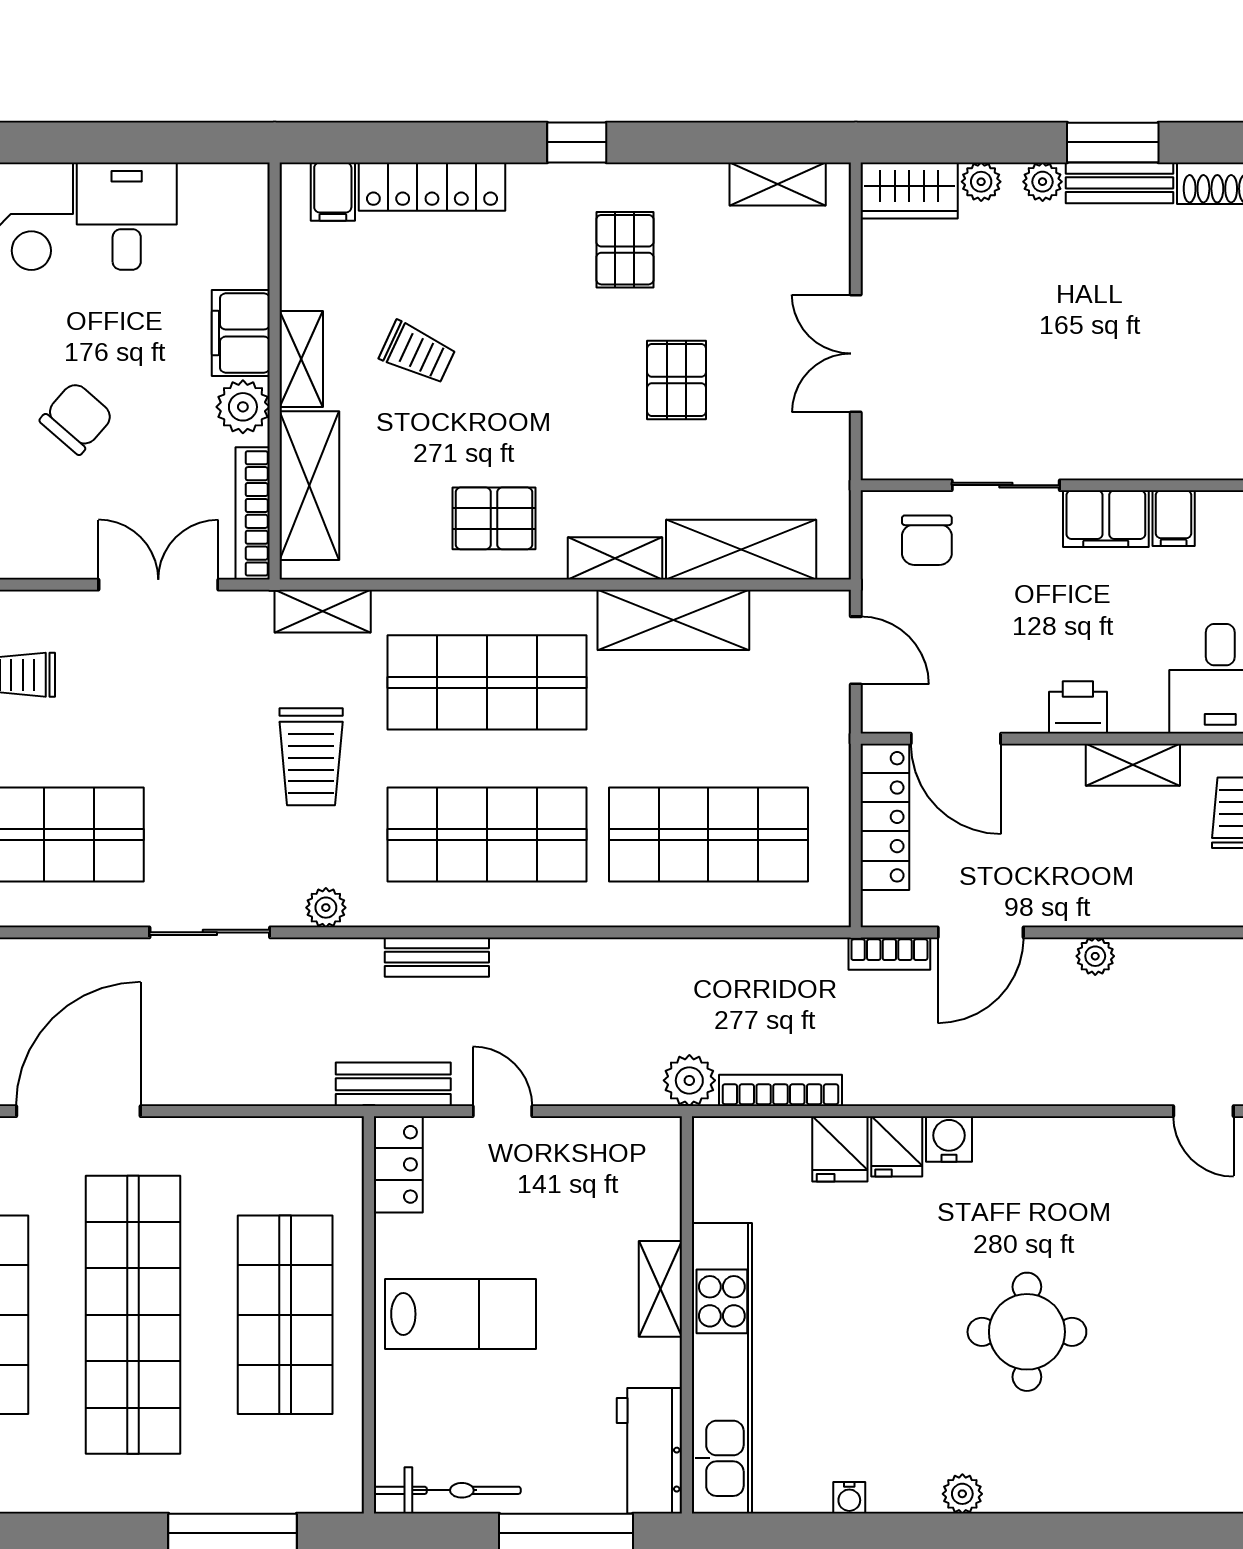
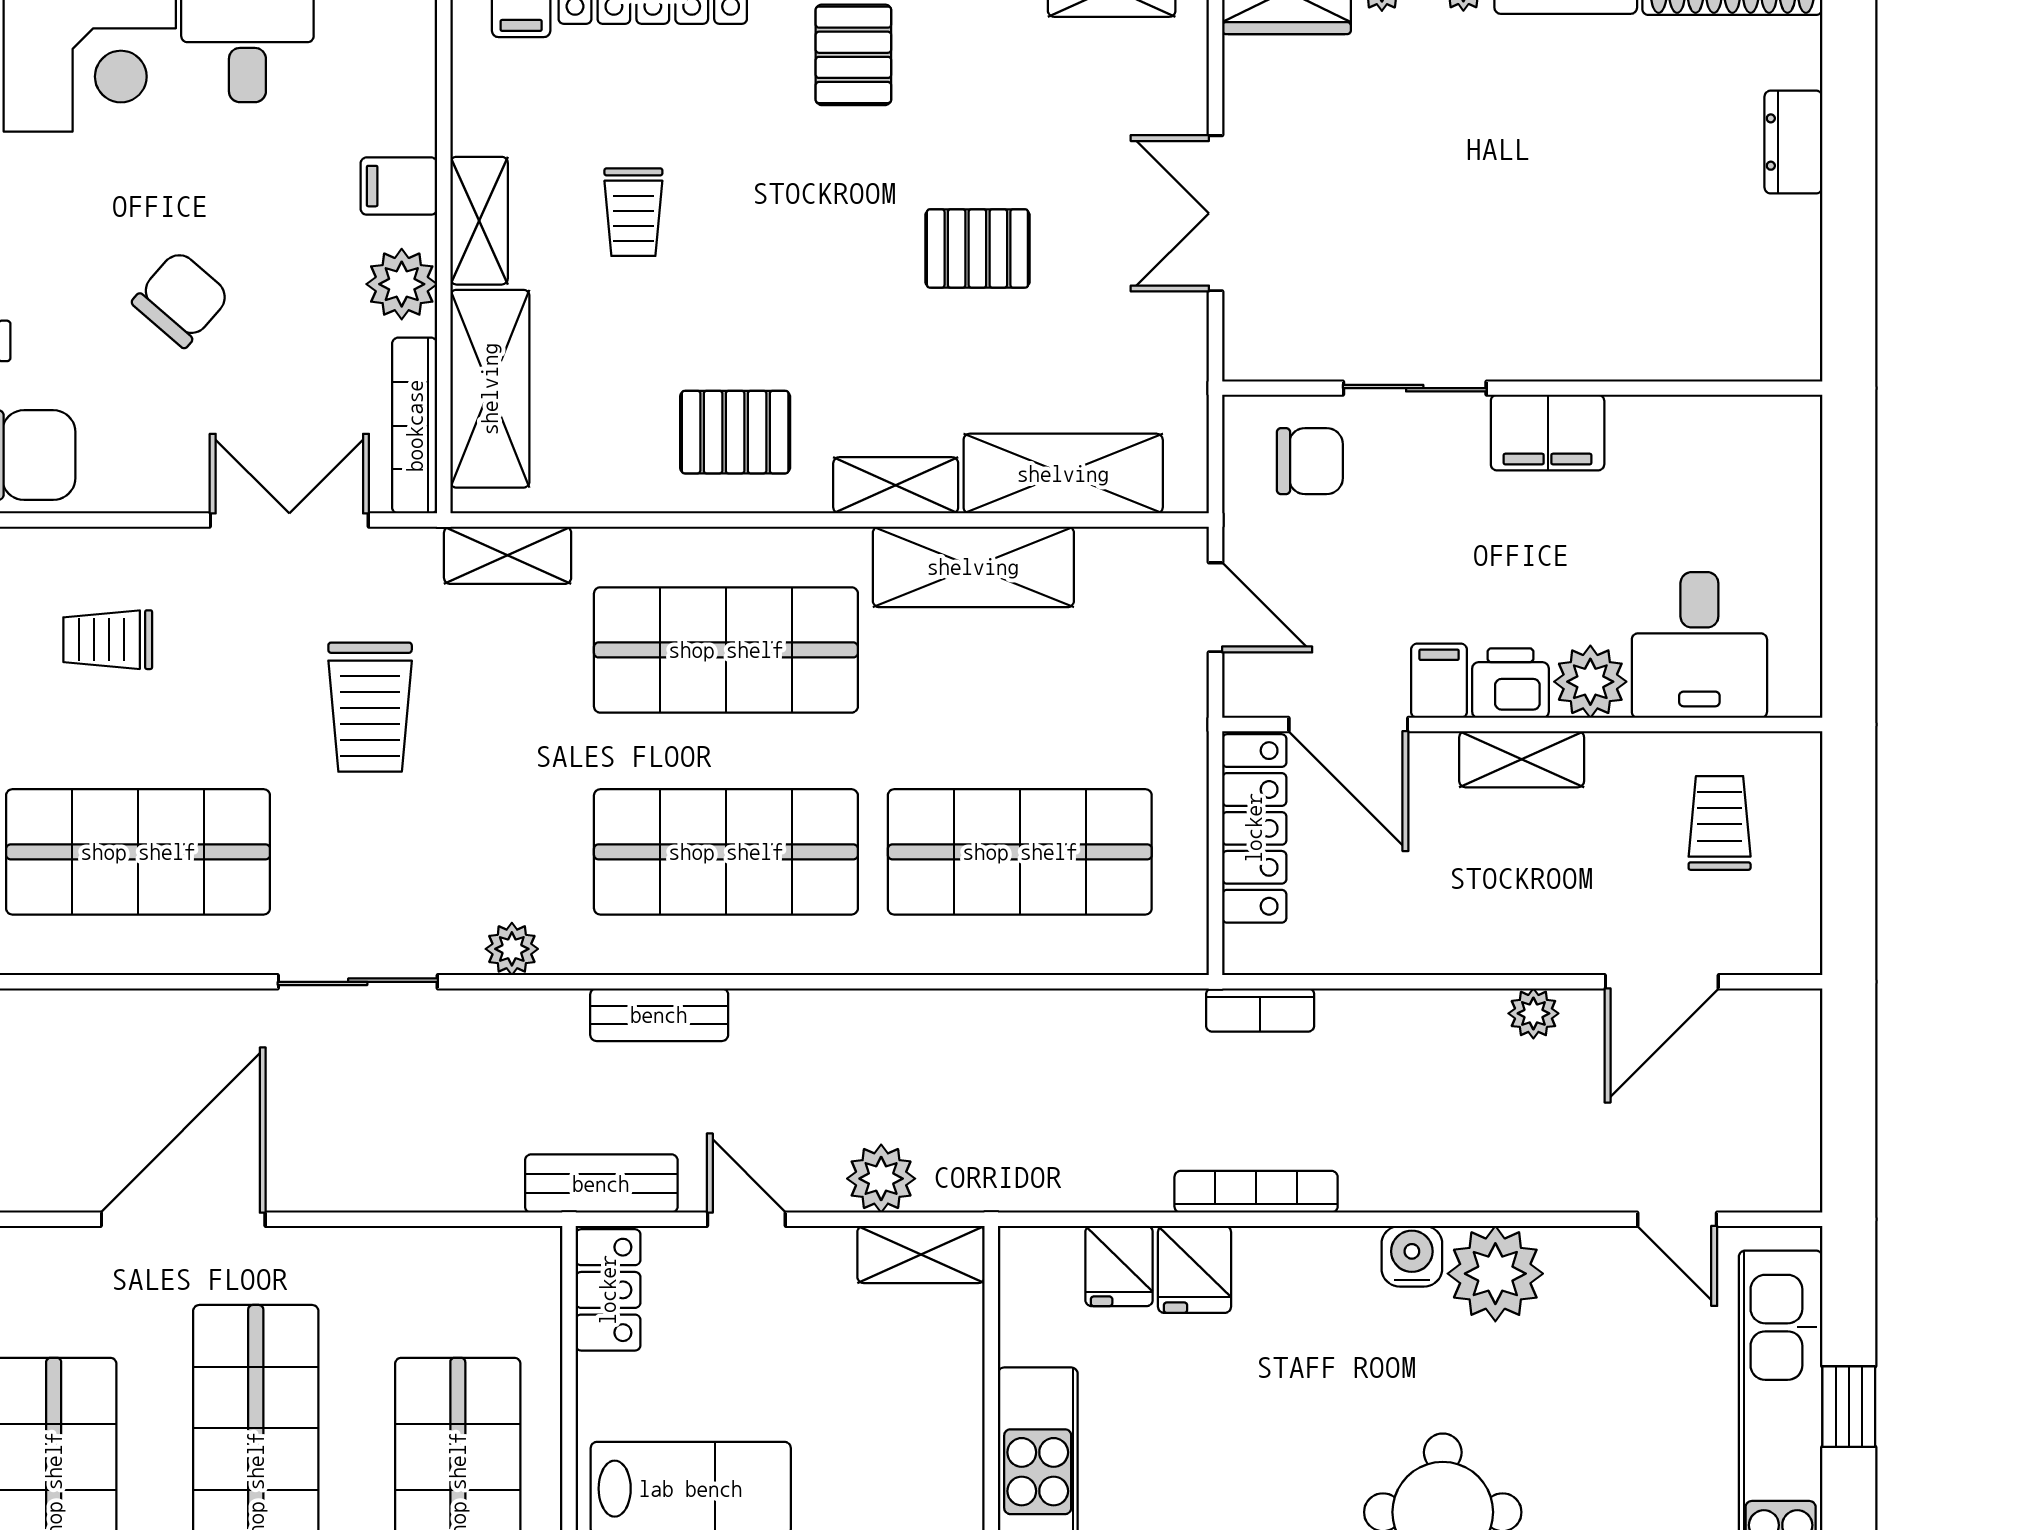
pallet: (625, 250) -> (853, 55), moved
filing cabinet: (241, 333) -> (399, 186), width x0.50
trolley: (417, 353) -> (633, 212), turned 65
pallet: (677, 380) -> (977, 248), turned 90
filing cabinet: (1174, 518) -> (1439, 681), moved, turned 180
chair: (927, 540) -> (1310, 461), turned -90
plant: (1138, 706) -> (1590, 682), added
trolley: (311, 757) -> (370, 707), moved
shelving: (1133, 765) -> (1522, 759), moved
door: (981, 932) -> (1662, 982), moved
plant: (689, 1080) -> (881, 1179), moved
bookcase: (780, 1090) -> (1256, 1192), moved
water cooler: (949, 1139) -> (1412, 1256), moved
fridge: (897, 1146) -> (1119, 1266), moved
plant: (1067, 1152) -> (1495, 1274), added
shelving: (660, 1289) -> (921, 1254), moved, turned 90

